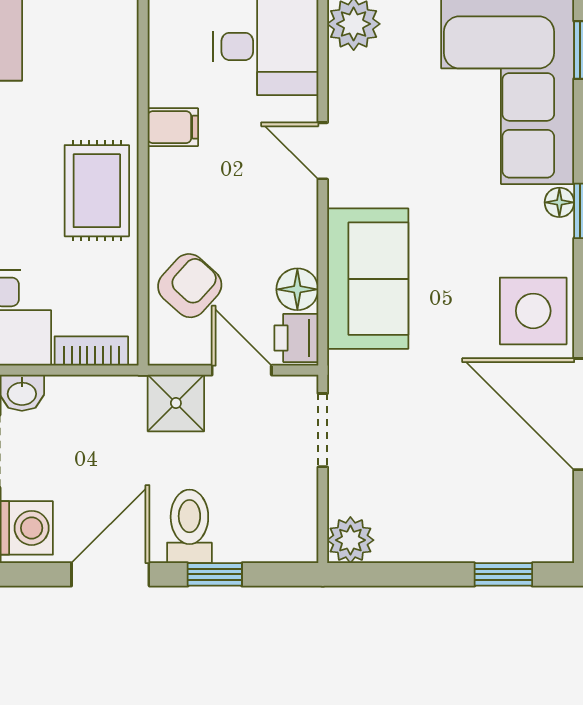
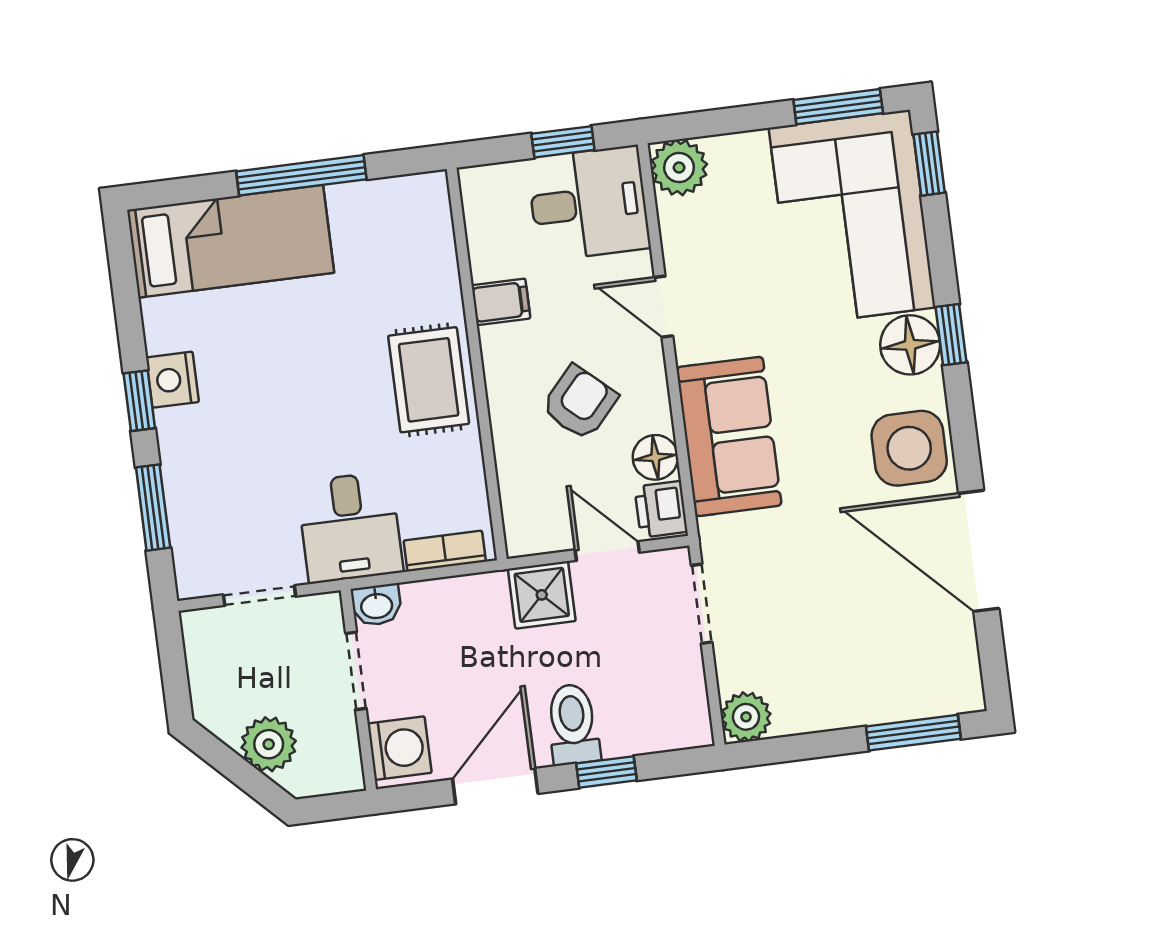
floor lamp: (559, 202) -> (910, 345), width x1.89, depth x1.89
armchair: (190, 286) -> (580, 403), moved
window: (503, 574) -> (913, 733), width x1.50

